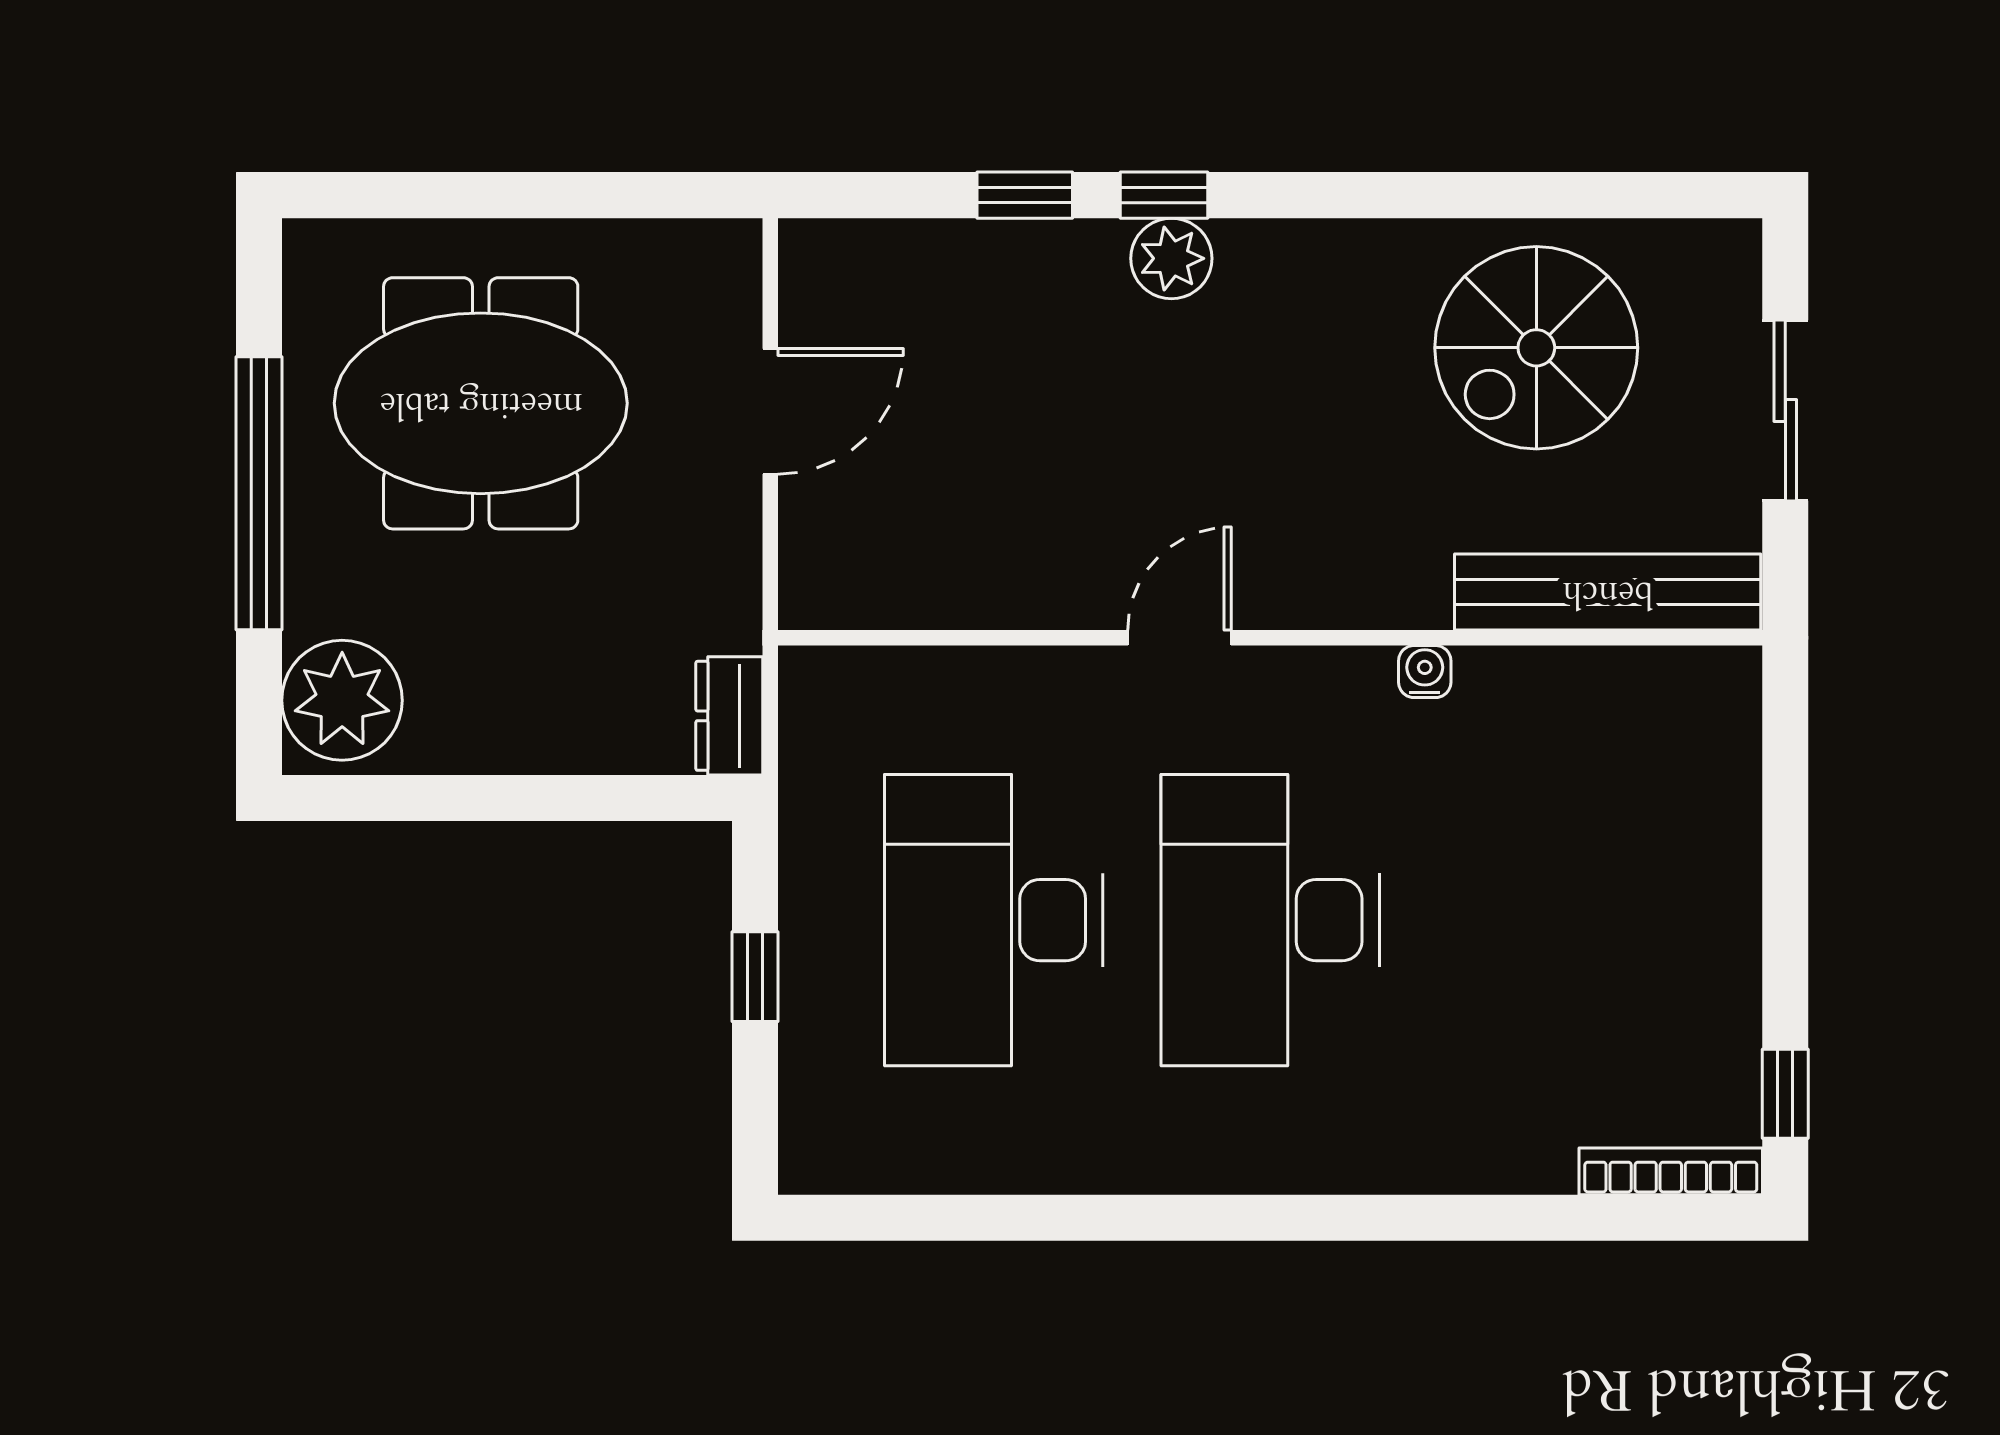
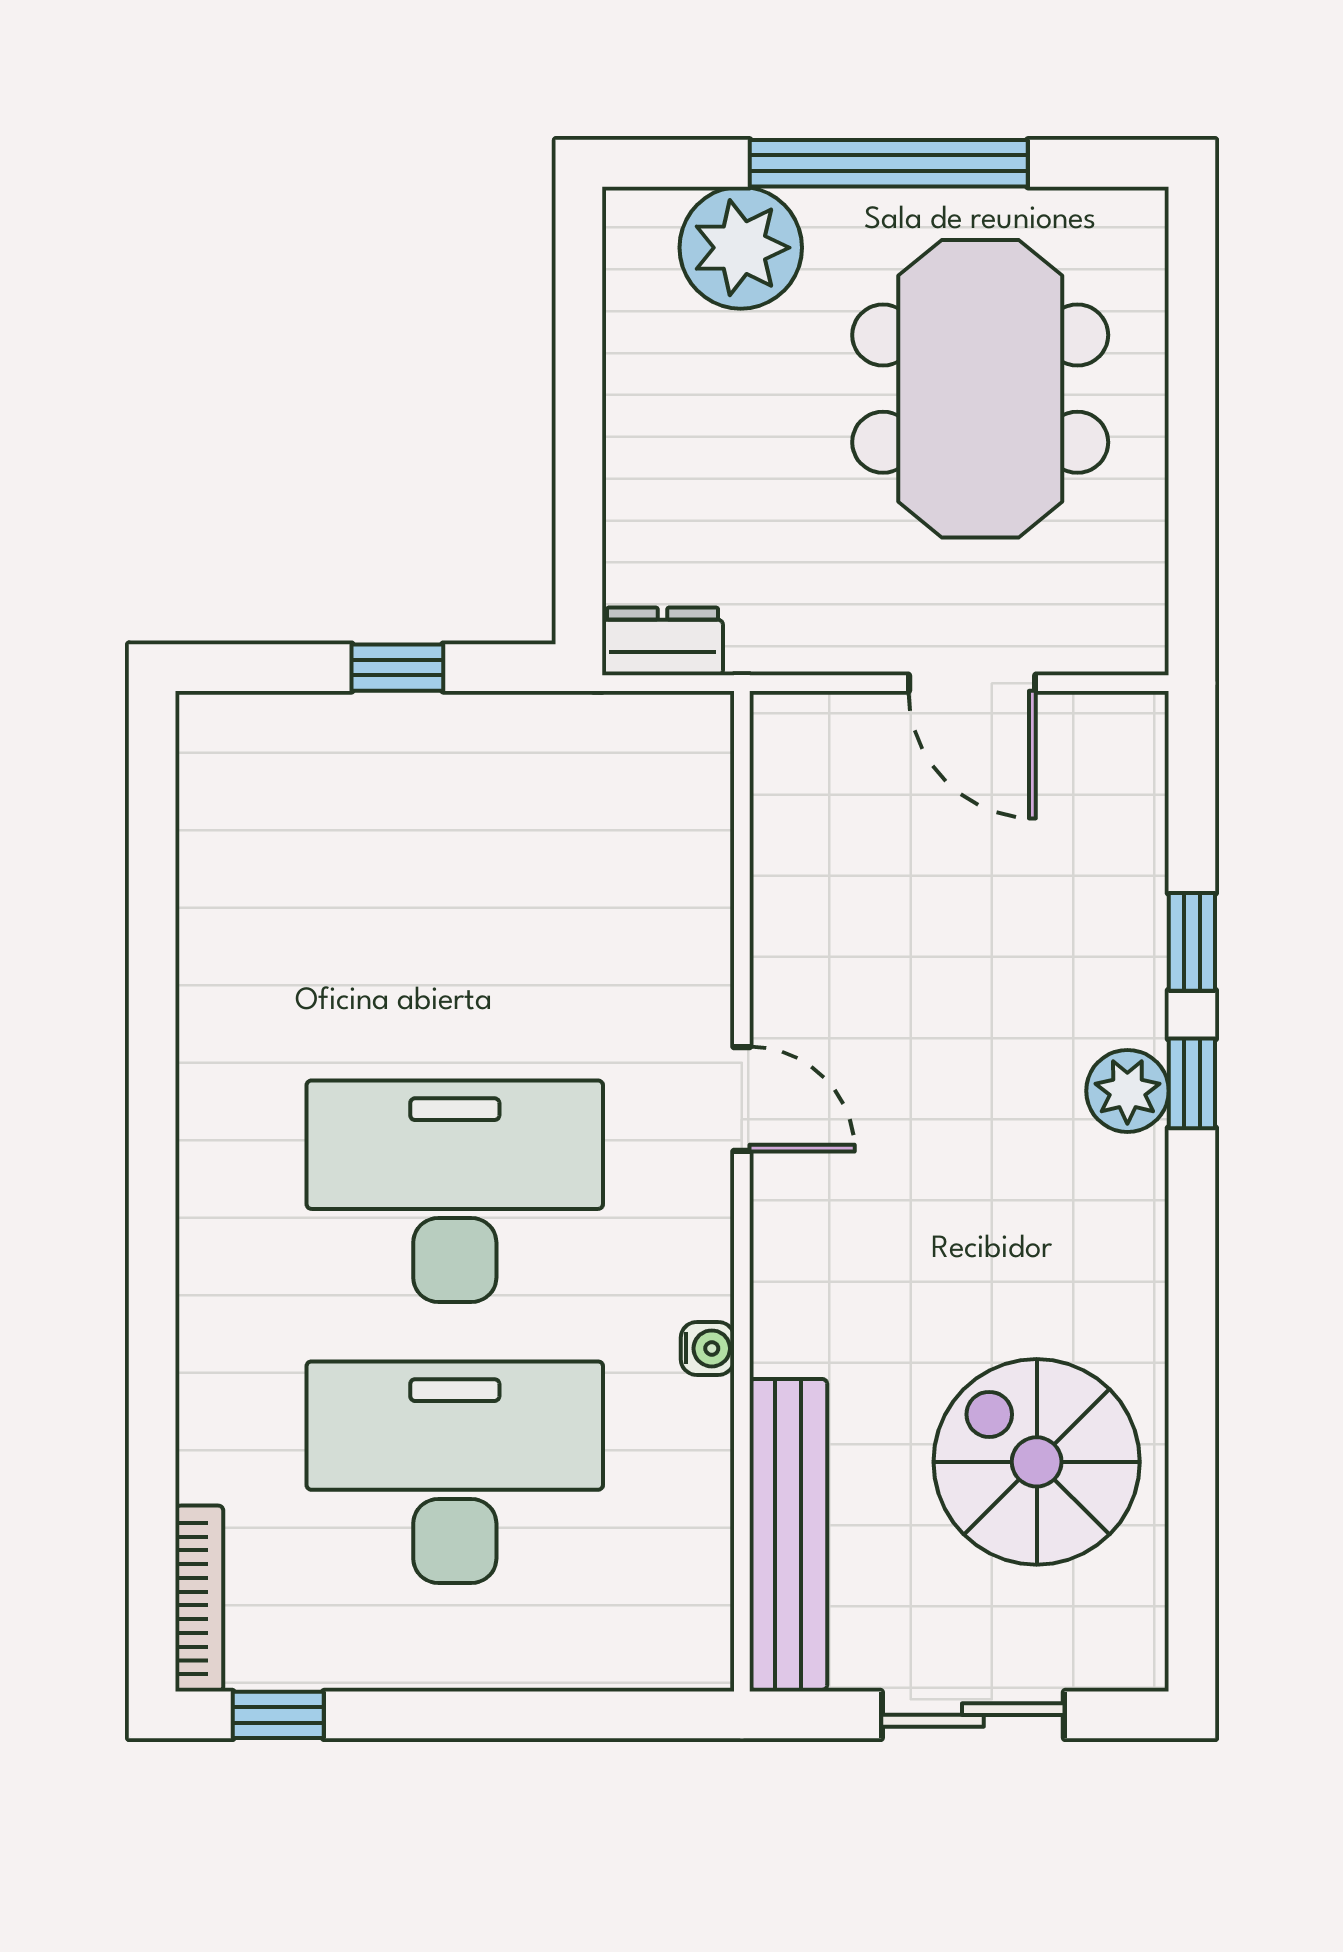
plant: (342, 700) -> (741, 248), moved
desk: (994, 920) -> (455, 1472), moved

